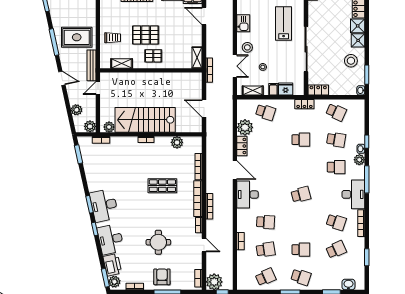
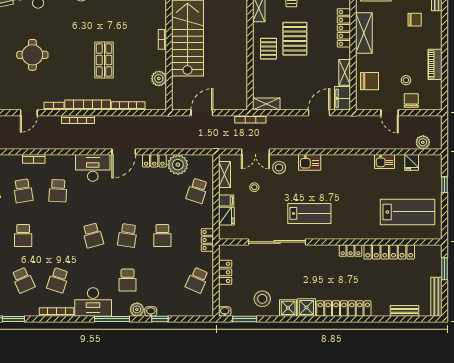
locker: (318, 90) -> (225, 272), moved
school desk: (336, 140) -> (128, 235), moved

